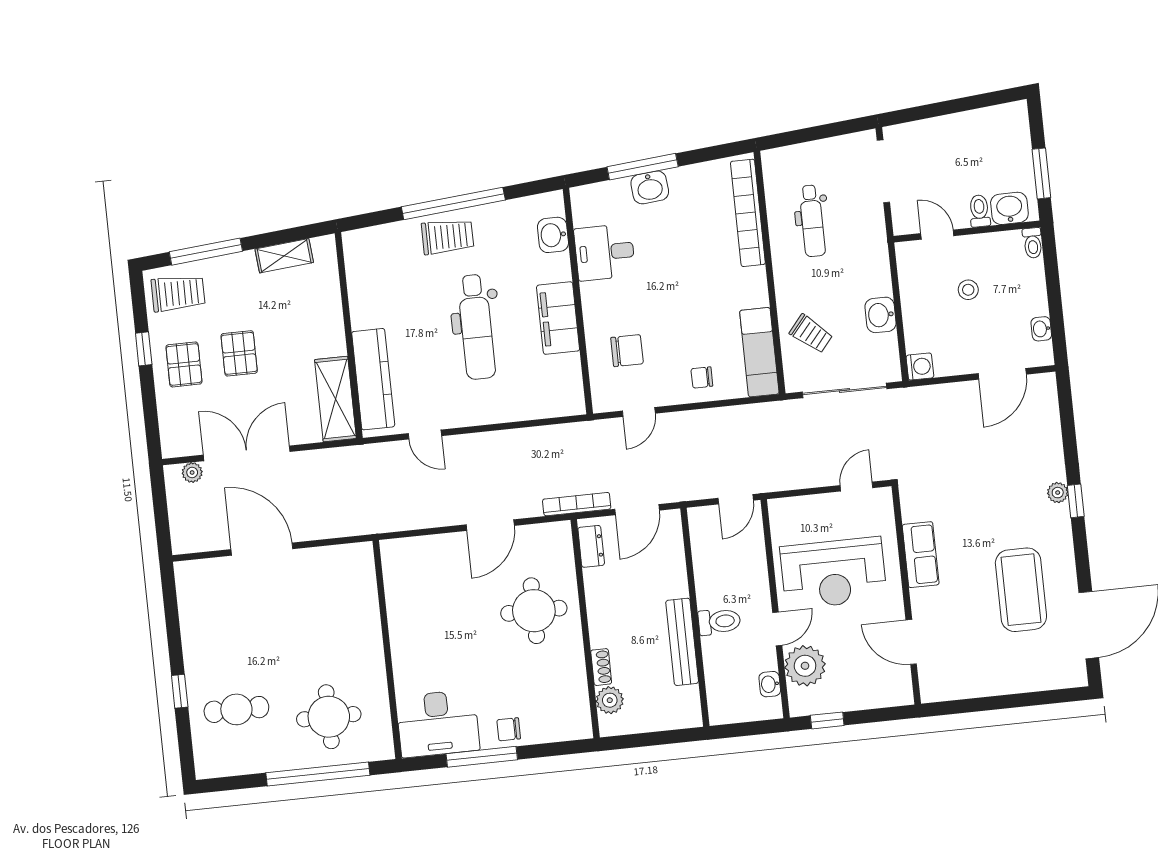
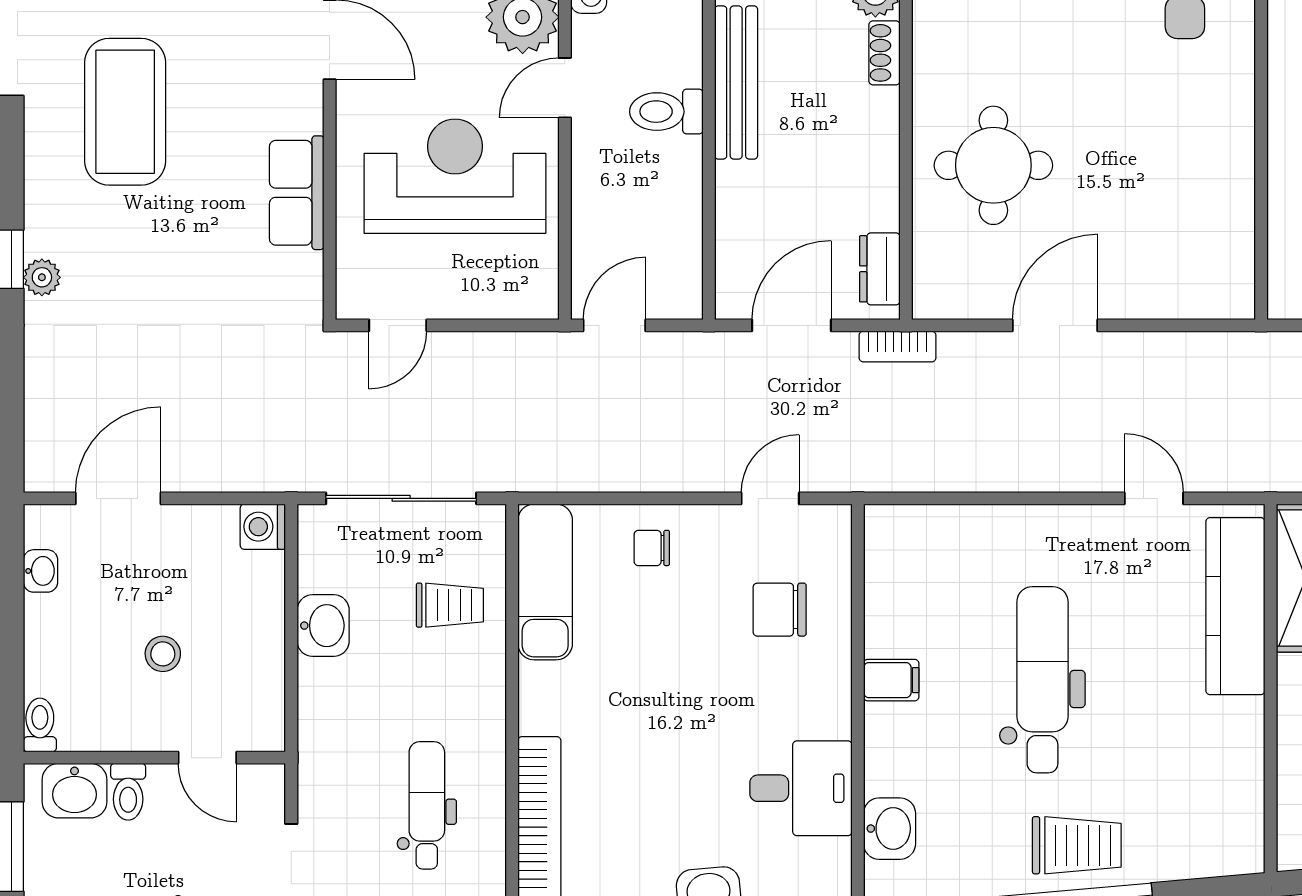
trolley: (448, 237) -> (1077, 845), turned 180
filing cabinet: (558, 318) -> (891, 680), width x0.33, depth x0.86
trolley: (811, 334) -> (450, 605), turned 140
chair: (702, 377) -> (652, 548), turned 180
bookcase: (577, 504) -> (898, 347), width x0.64

